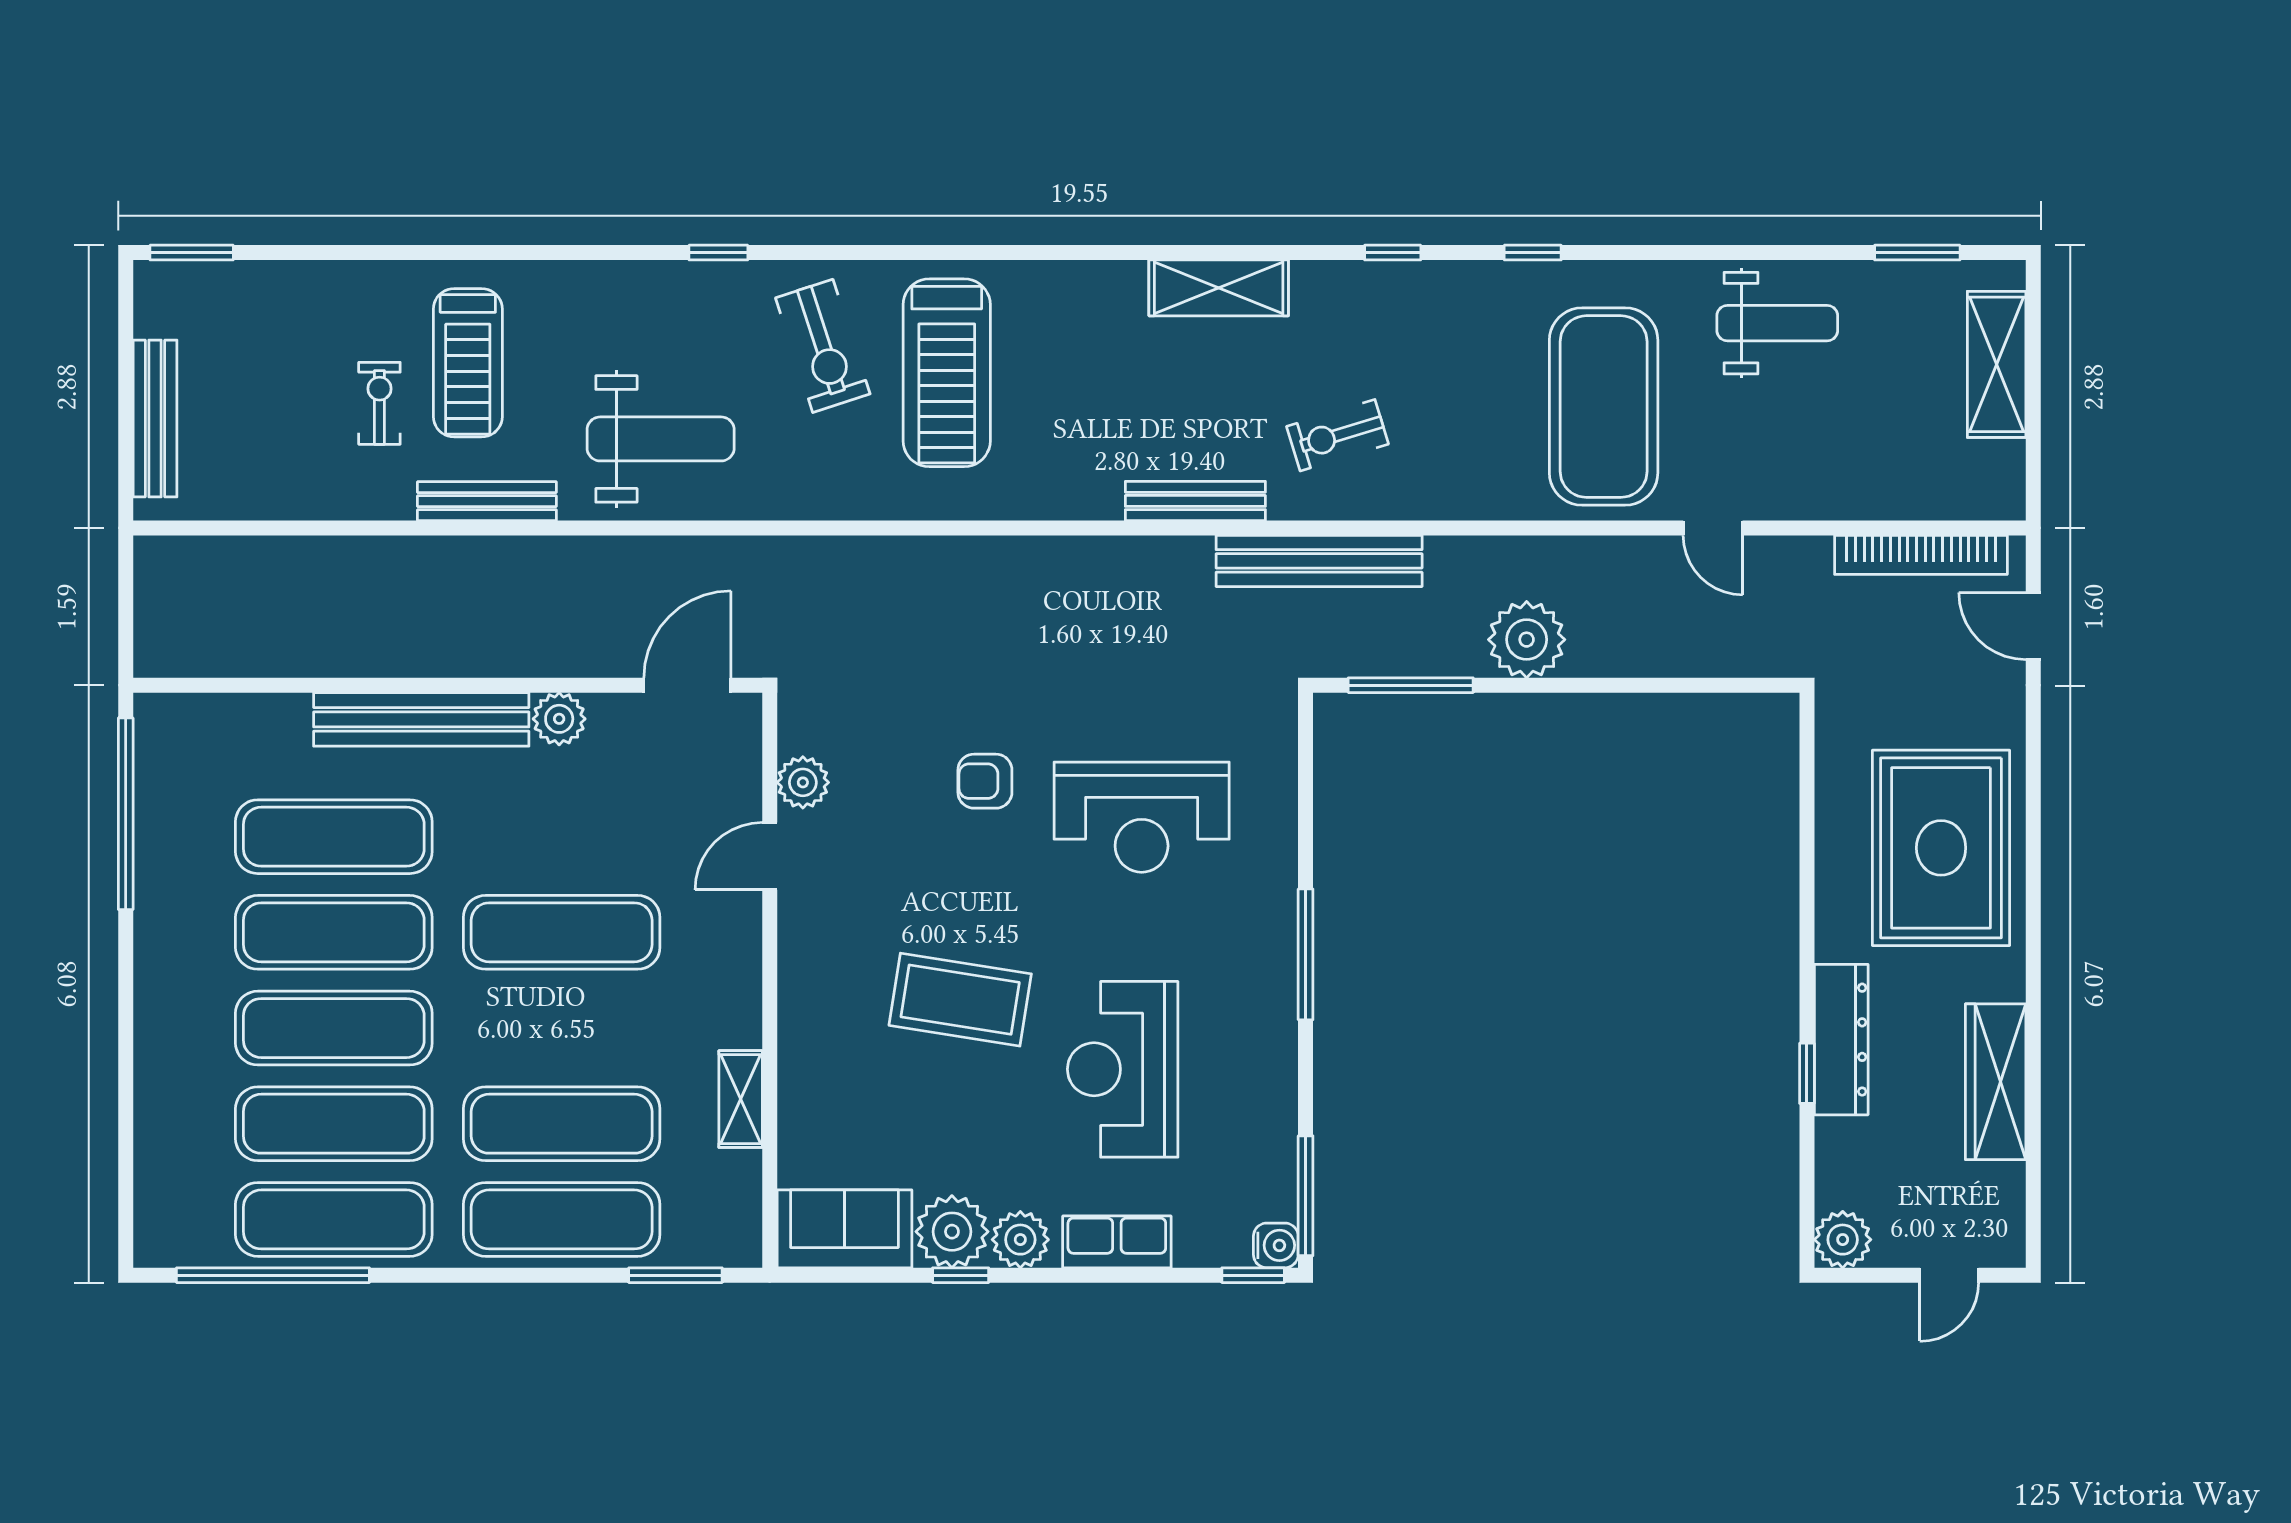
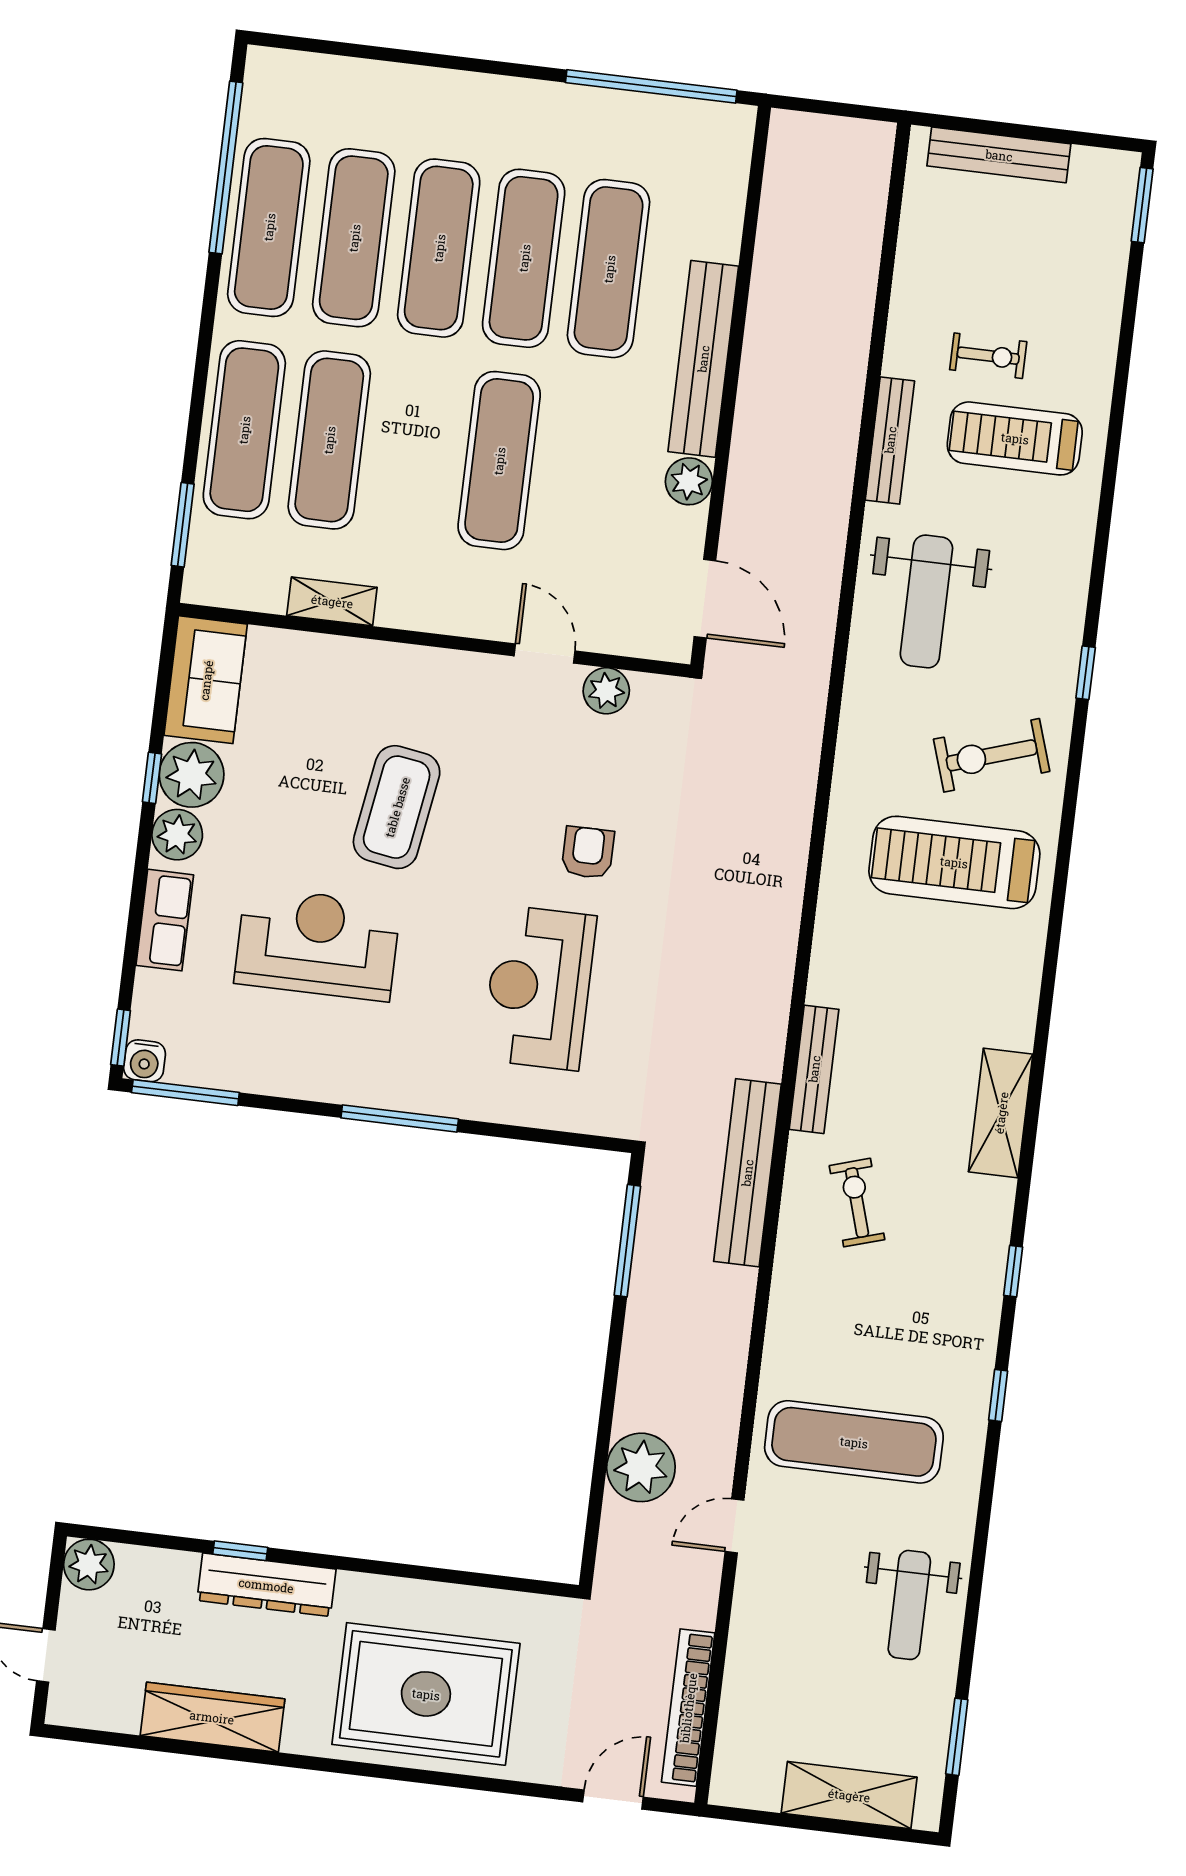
exercise mat: (1604, 407) -> (854, 1442), width x0.68
plant: (1527, 640) -> (641, 1467), moved

